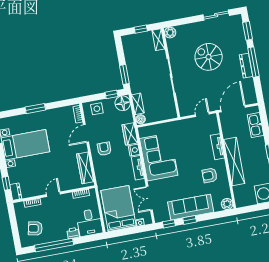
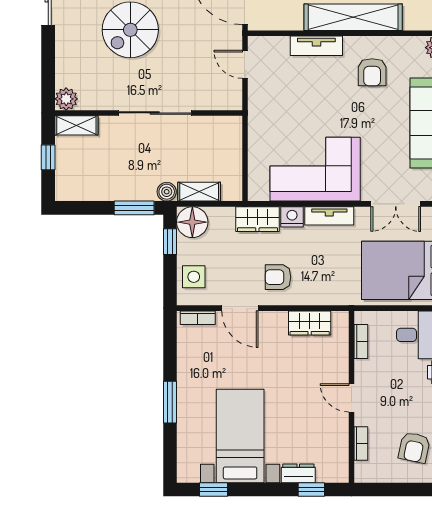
boiler: (141, 119) -> (167, 192), moved
wardrobe: (85, 168) -> (310, 323), width x0.67
dresser: (16, 192) -> (298, 473), moved

